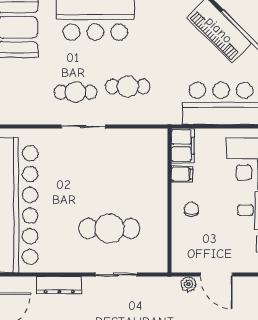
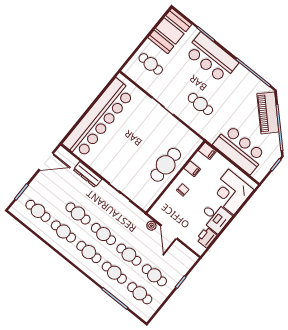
cafe table: (75, 92) -> (151, 64), moved
filing cabinet: (183, 146) -> (207, 151), width x0.50
cafe table: (109, 228) -> (166, 165), moved, turned 90

